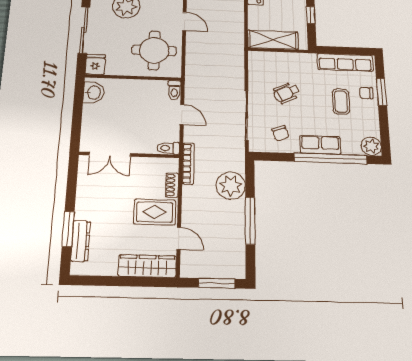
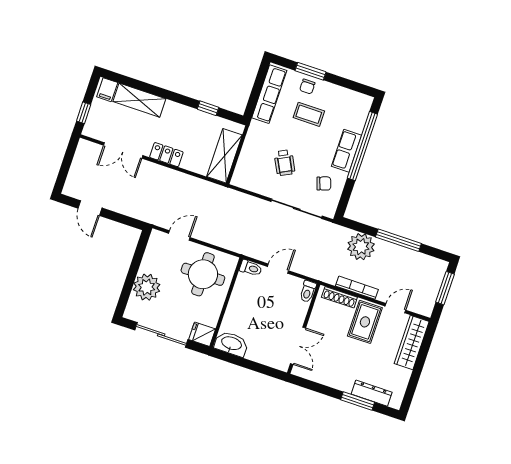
washbasin: (94, 93) -> (231, 344), width x1.38
plant: (371, 146) -> (362, 103), removed
bookcase: (188, 164) -> (357, 288), moved
shoe rack: (172, 185) -> (339, 297), width x1.43

